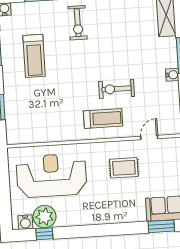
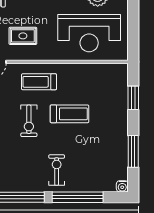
treadmill: (34, 56) -> (70, 114), moved, turned 90
exercise bike: (117, 89) -> (29, 121), moved, turned 90

